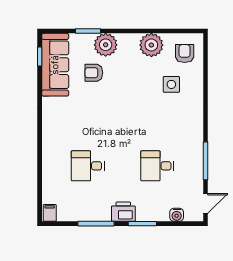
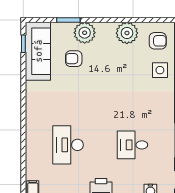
armchair: (185, 54) -> (158, 41), turned 90
side table: (171, 84) -> (160, 70), moved
desk: (88, 166) -> (68, 145), width x1.37

